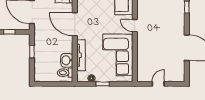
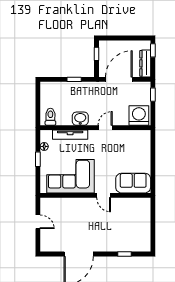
door: (75, 24) -> (105, 128), width x0.53
door: (135, 26) -> (104, 195), swing flipped
washbasin: (67, 60) -> (80, 119), moved

